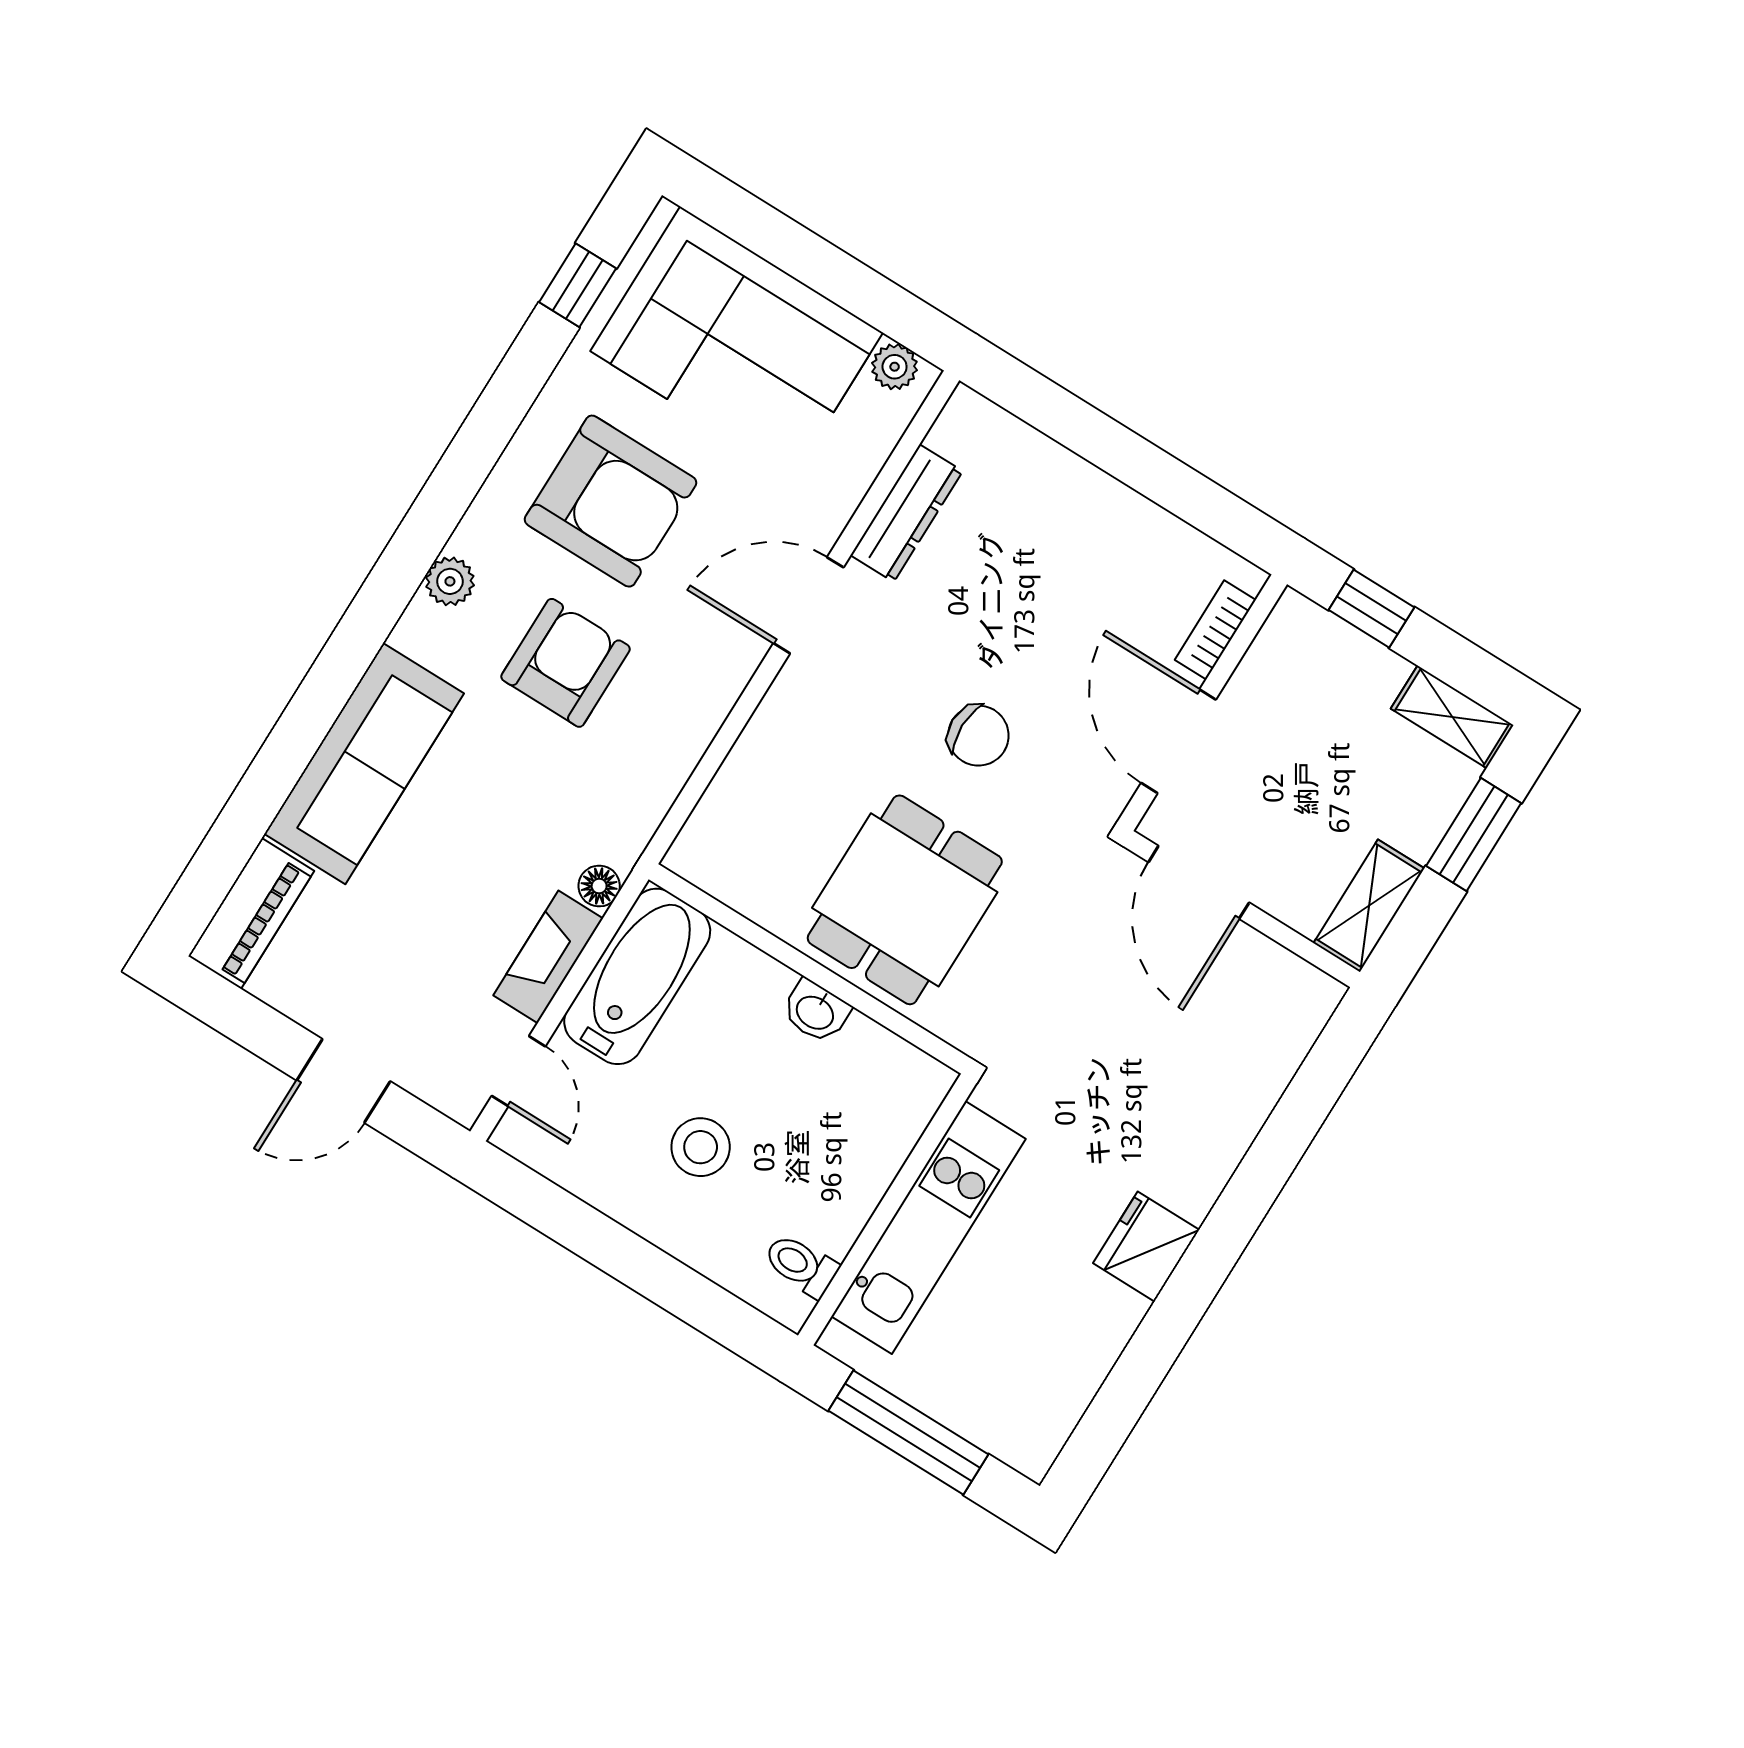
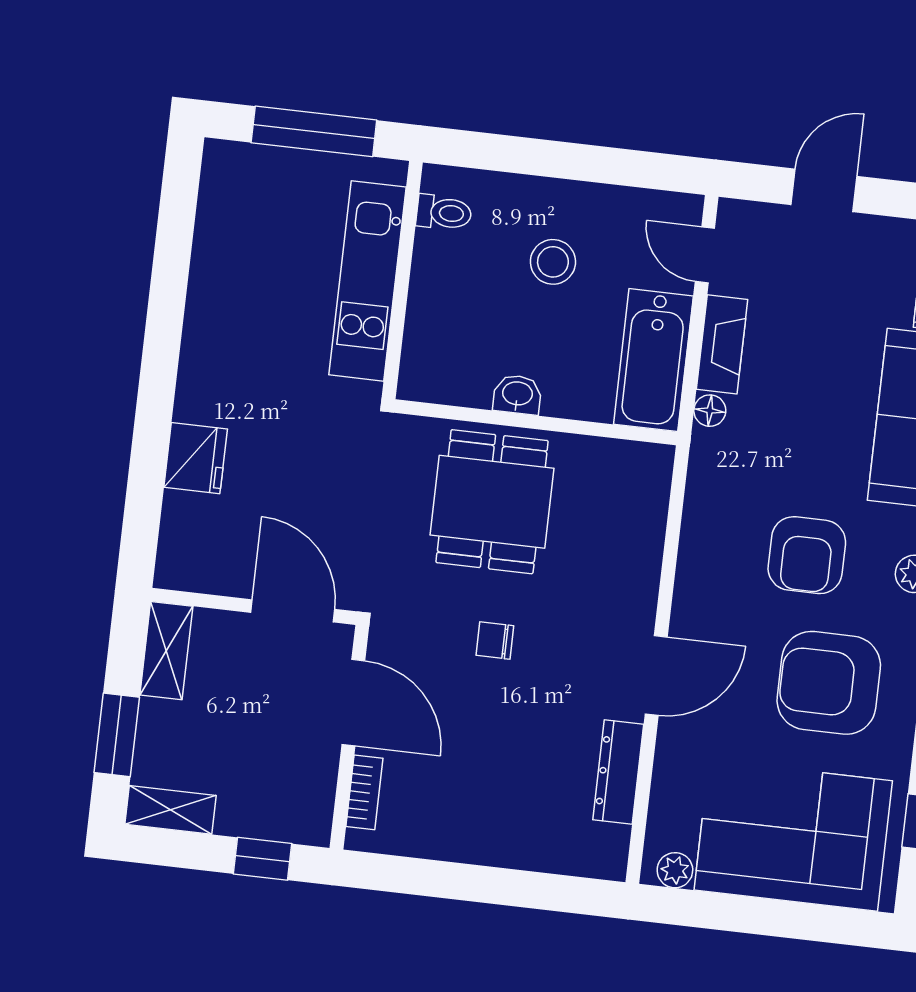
chair: (978, 736) -> (495, 641), width x0.73, depth x0.73
fridge: (1146, 1247) -> (196, 458), moved

